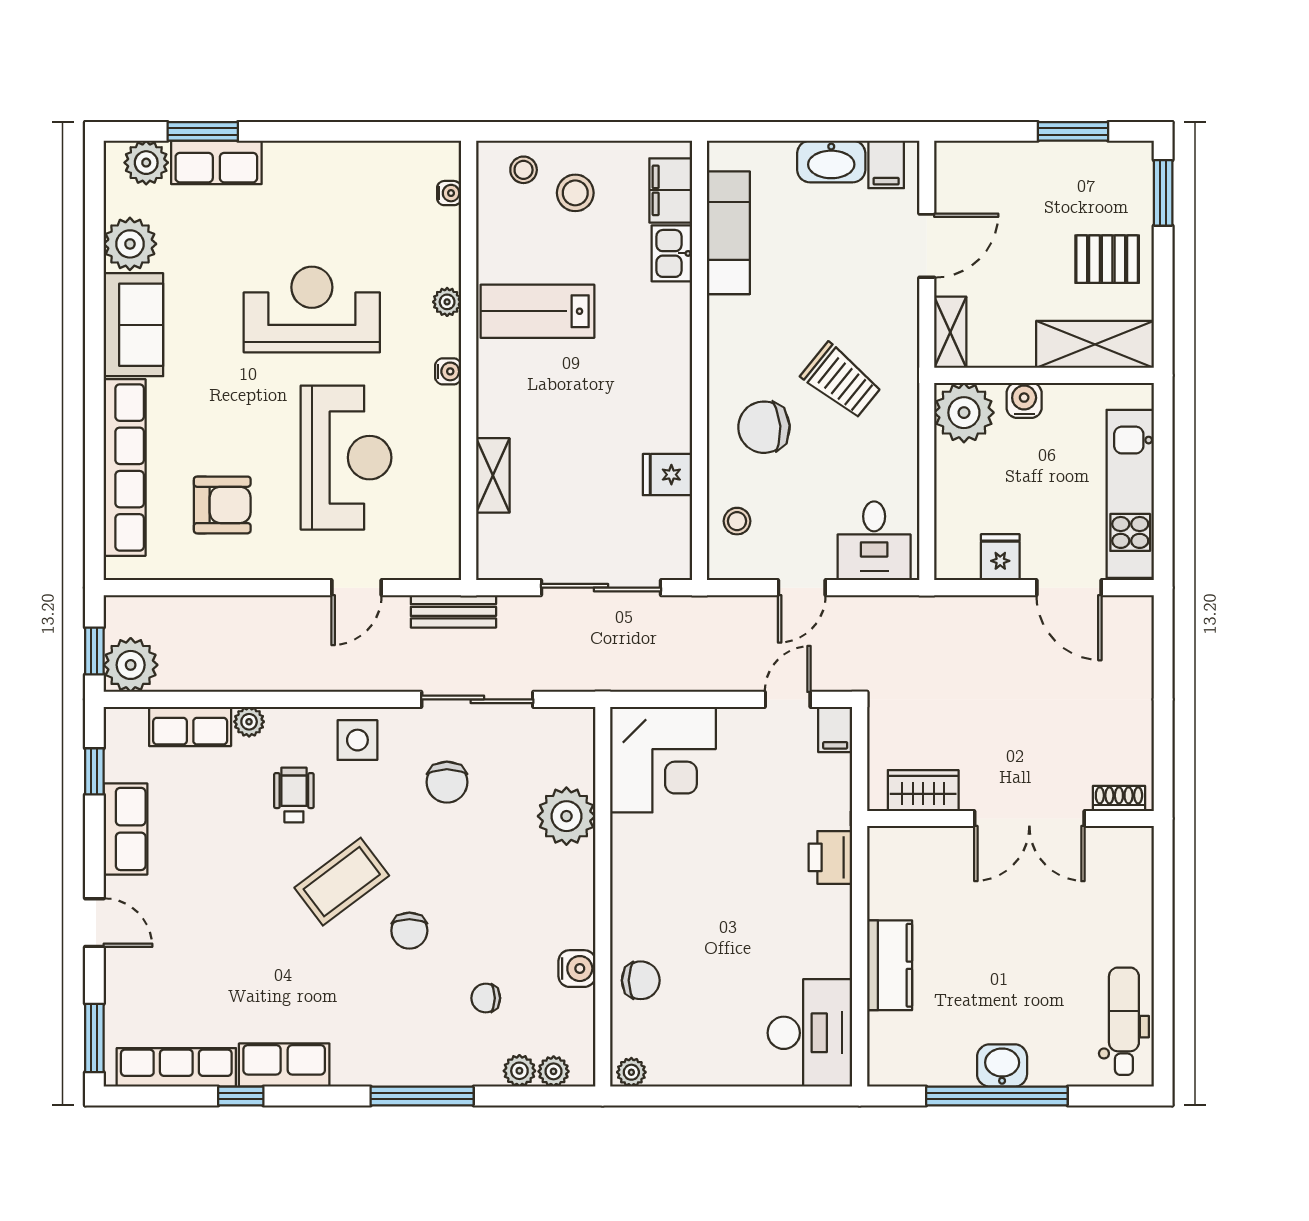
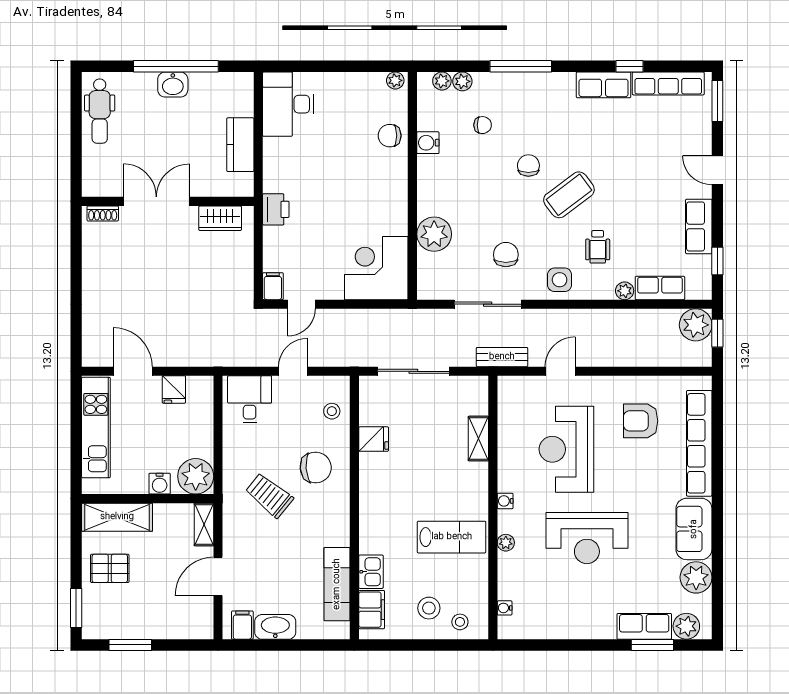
wardrobe: (923, 791) -> (220, 218), moved
shoe rack: (1119, 798) -> (103, 213), moved
wall: (1010, 818) -> (168, 201), moved
double door: (1029, 818) -> (156, 201), moved

